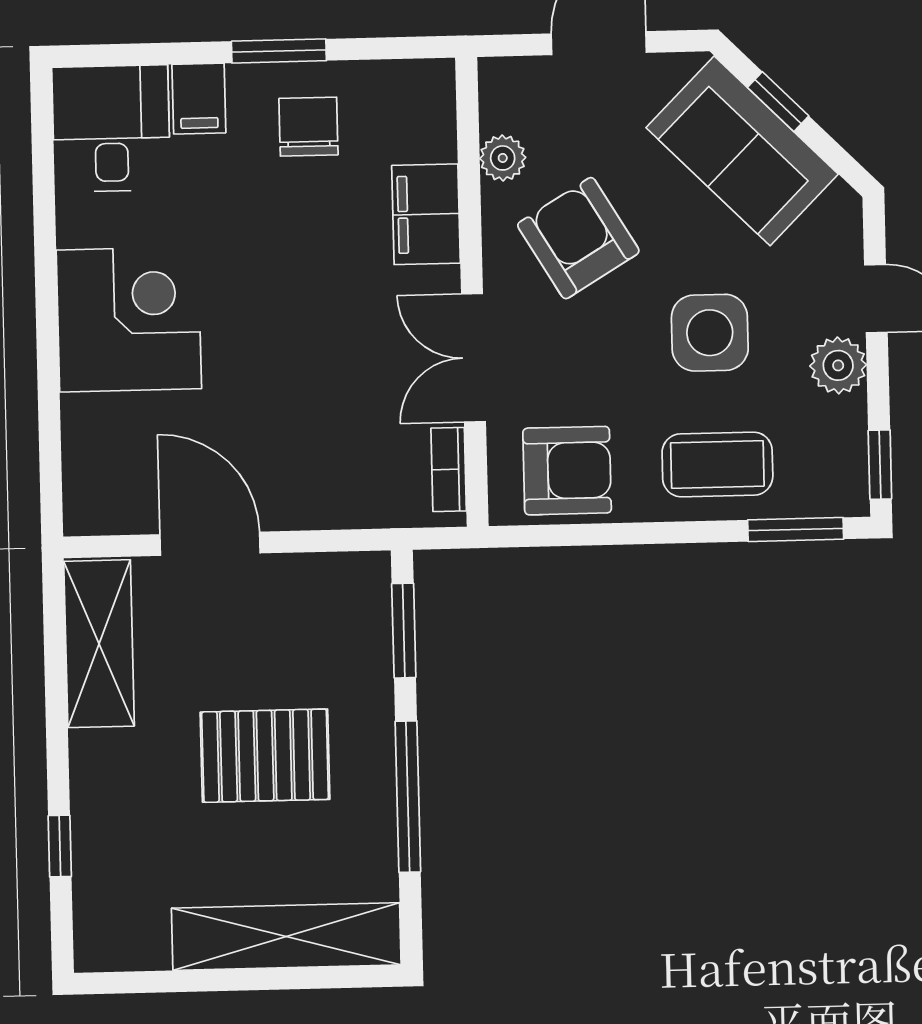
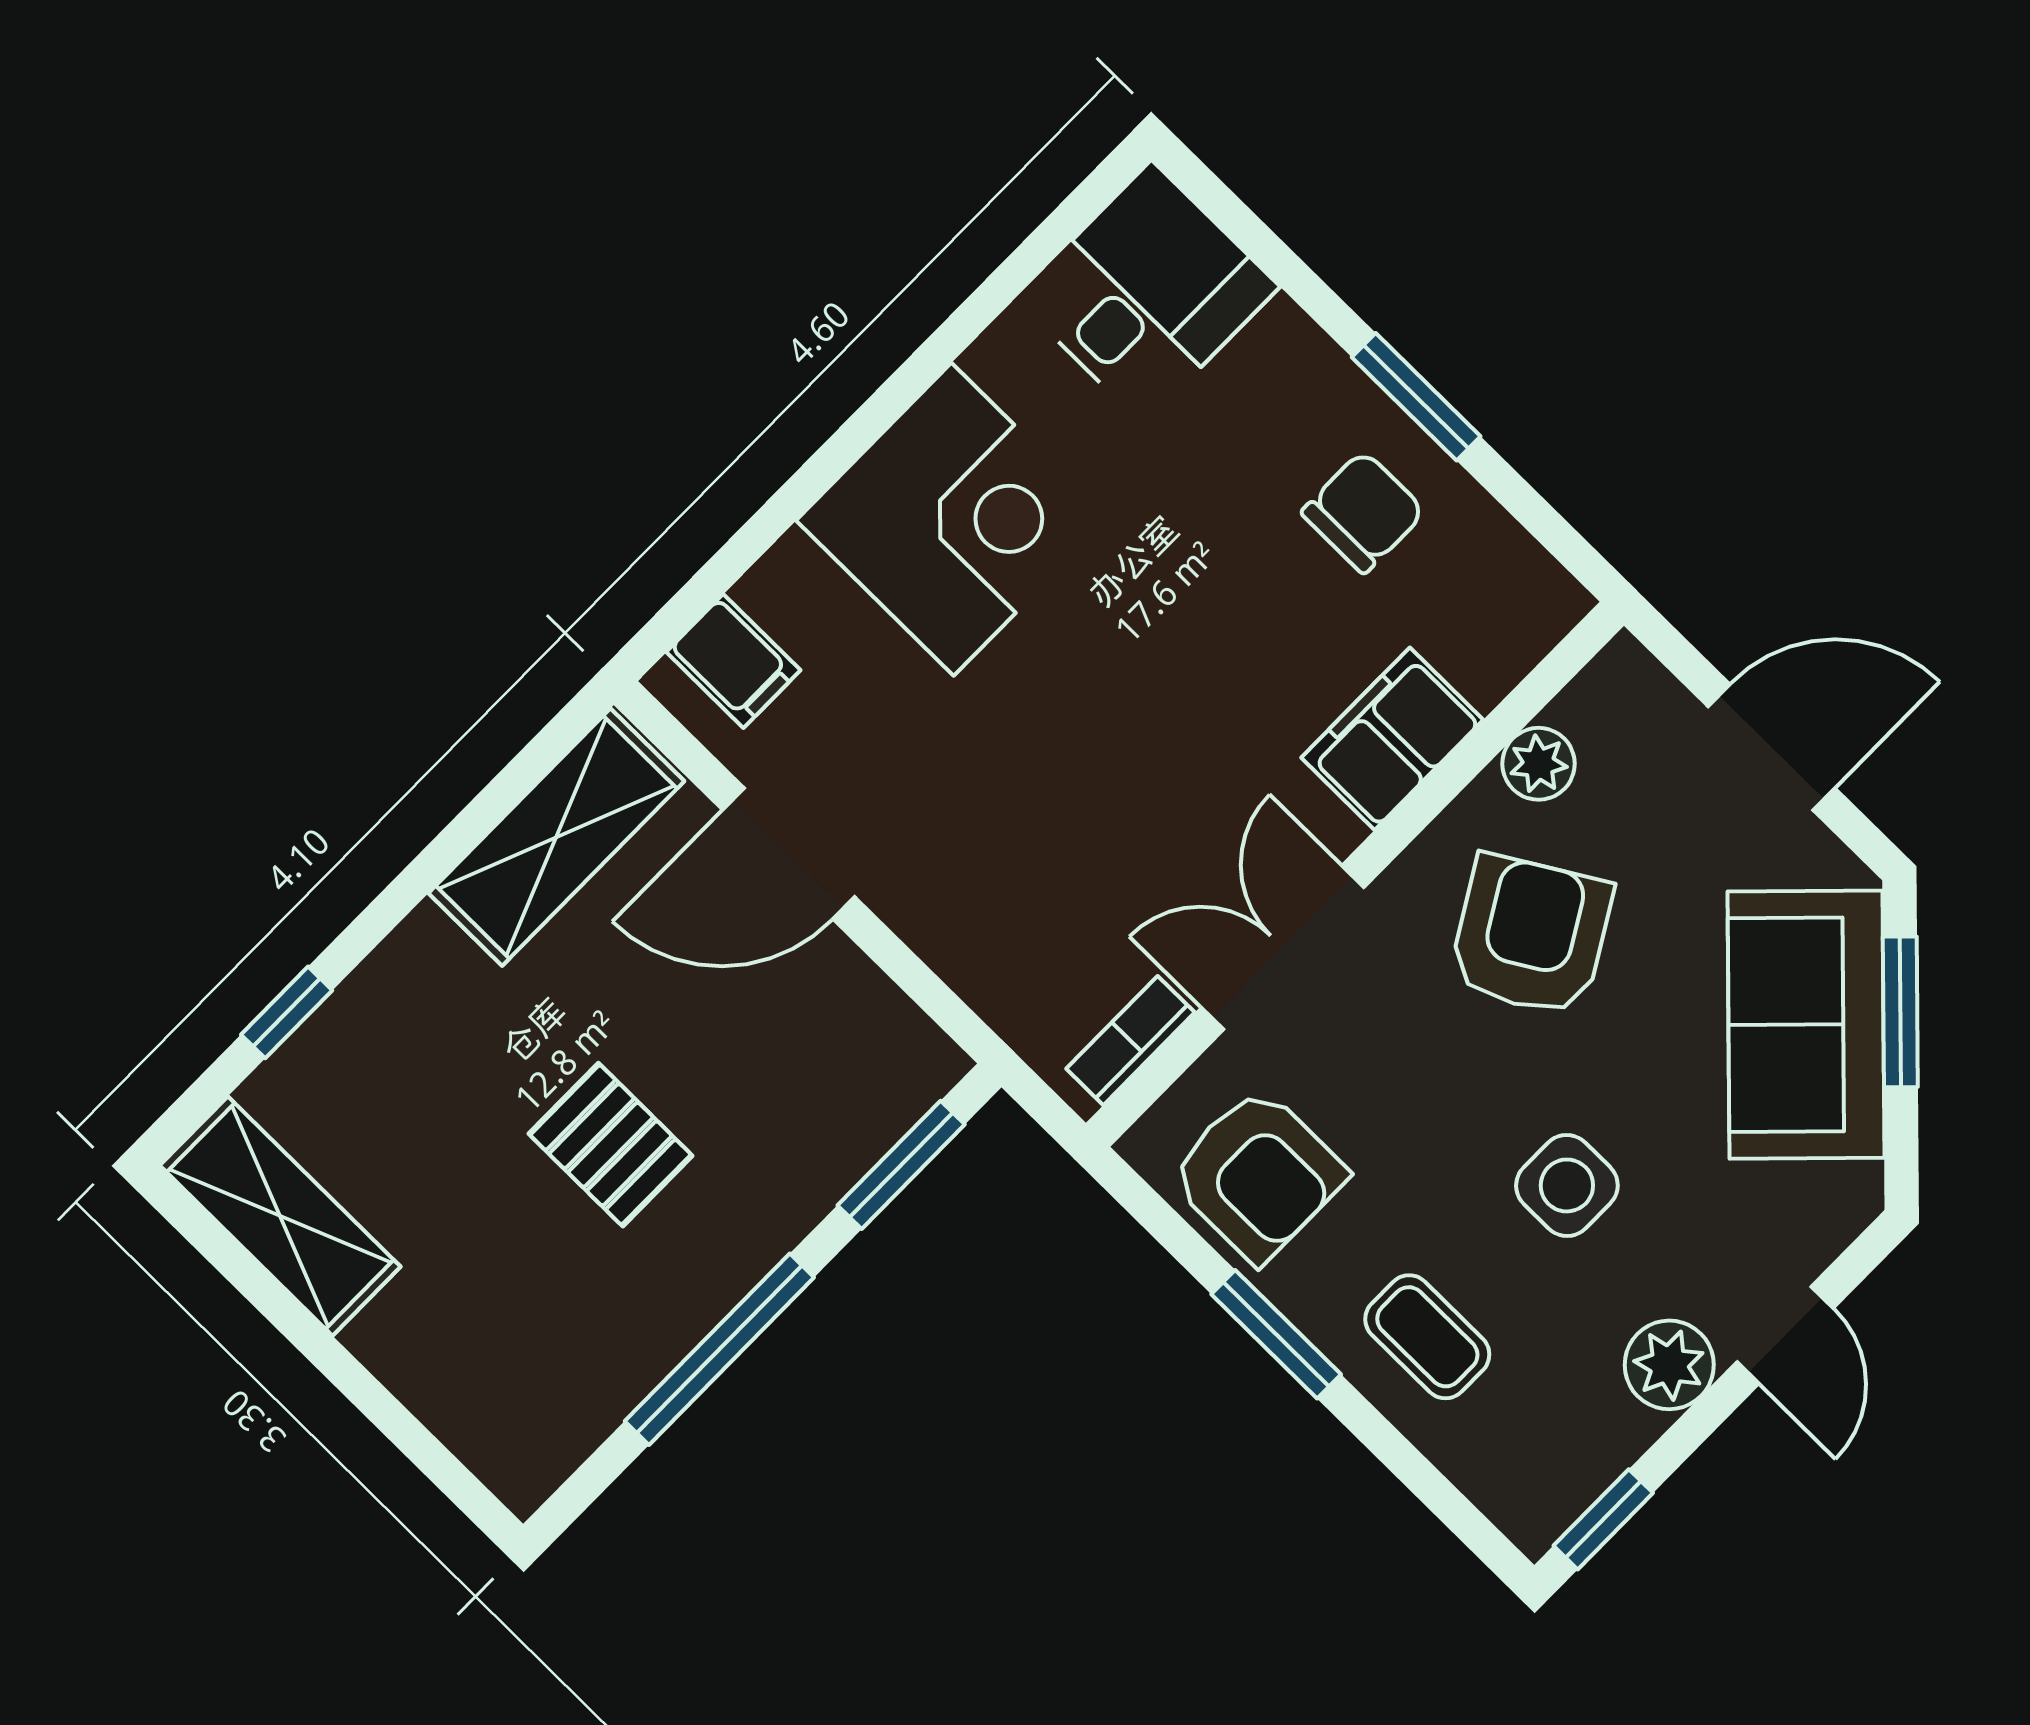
filing cabinet: (199, 99) -> (733, 661), moved, turned -90
window: (778, 102) -> (1900, 1012), width x1.50
side table: (710, 333) -> (1567, 1185), width x0.73, depth x0.73
coffee table: (717, 464) -> (1427, 1337), width x0.73, depth x0.77
window: (796, 529) -> (1276, 1334), moved
door: (210, 544) -> (789, 853), swing flipped
pallet: (265, 756) -> (611, 1145), width x0.67, depth x0.71
shelving: (286, 936) -> (280, 1216), moved, width x0.68

